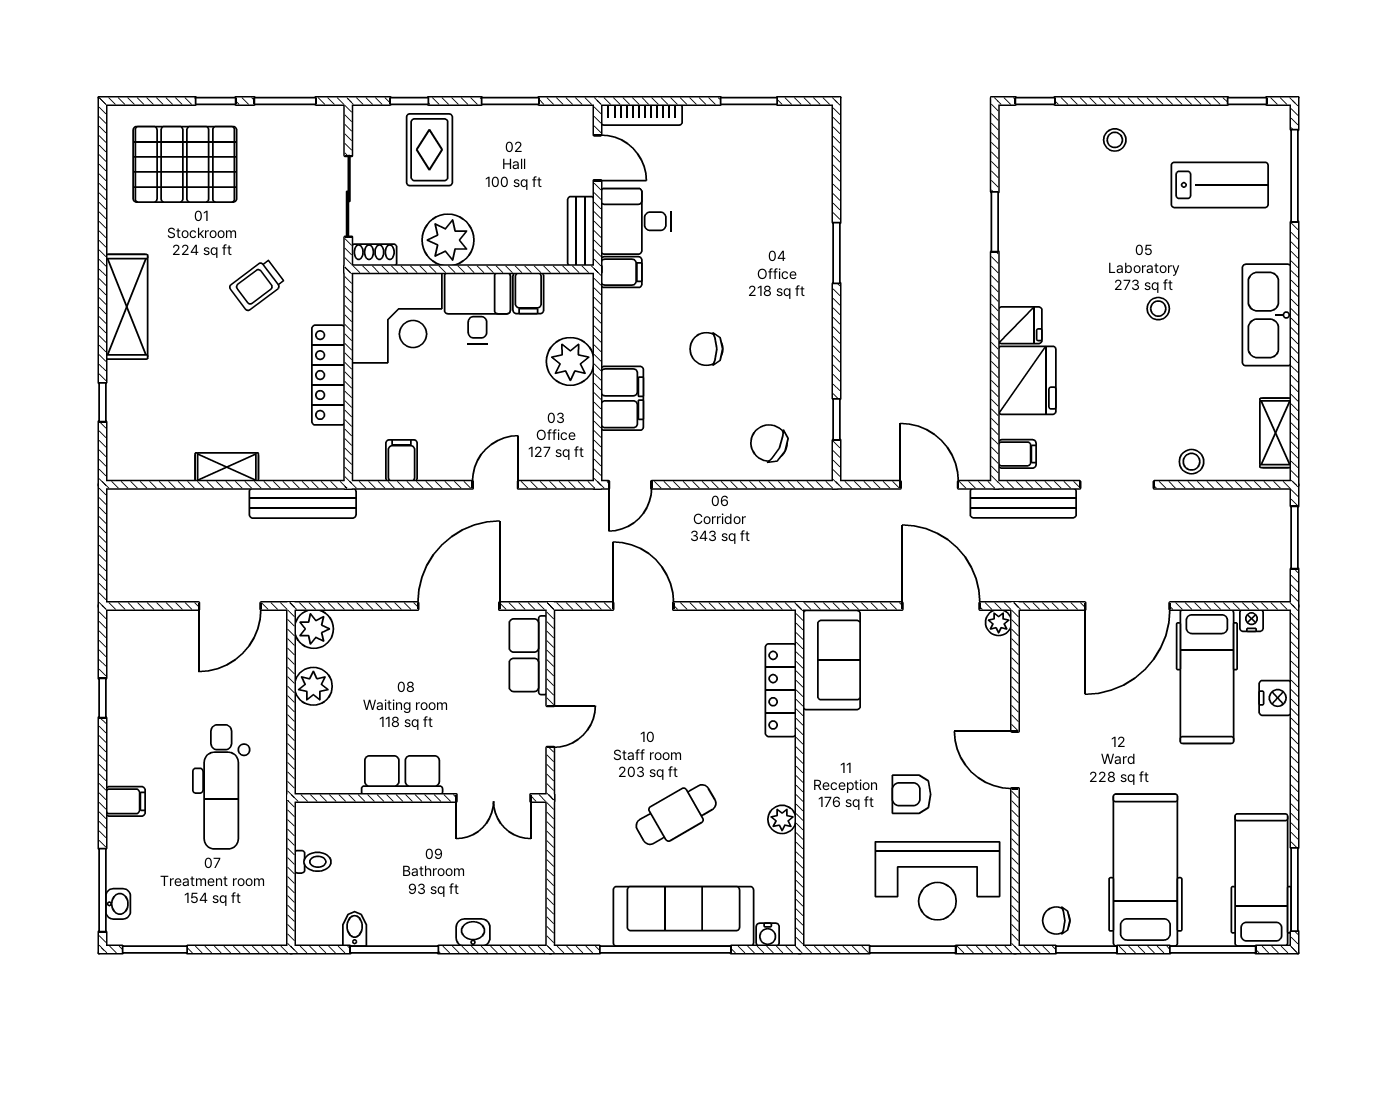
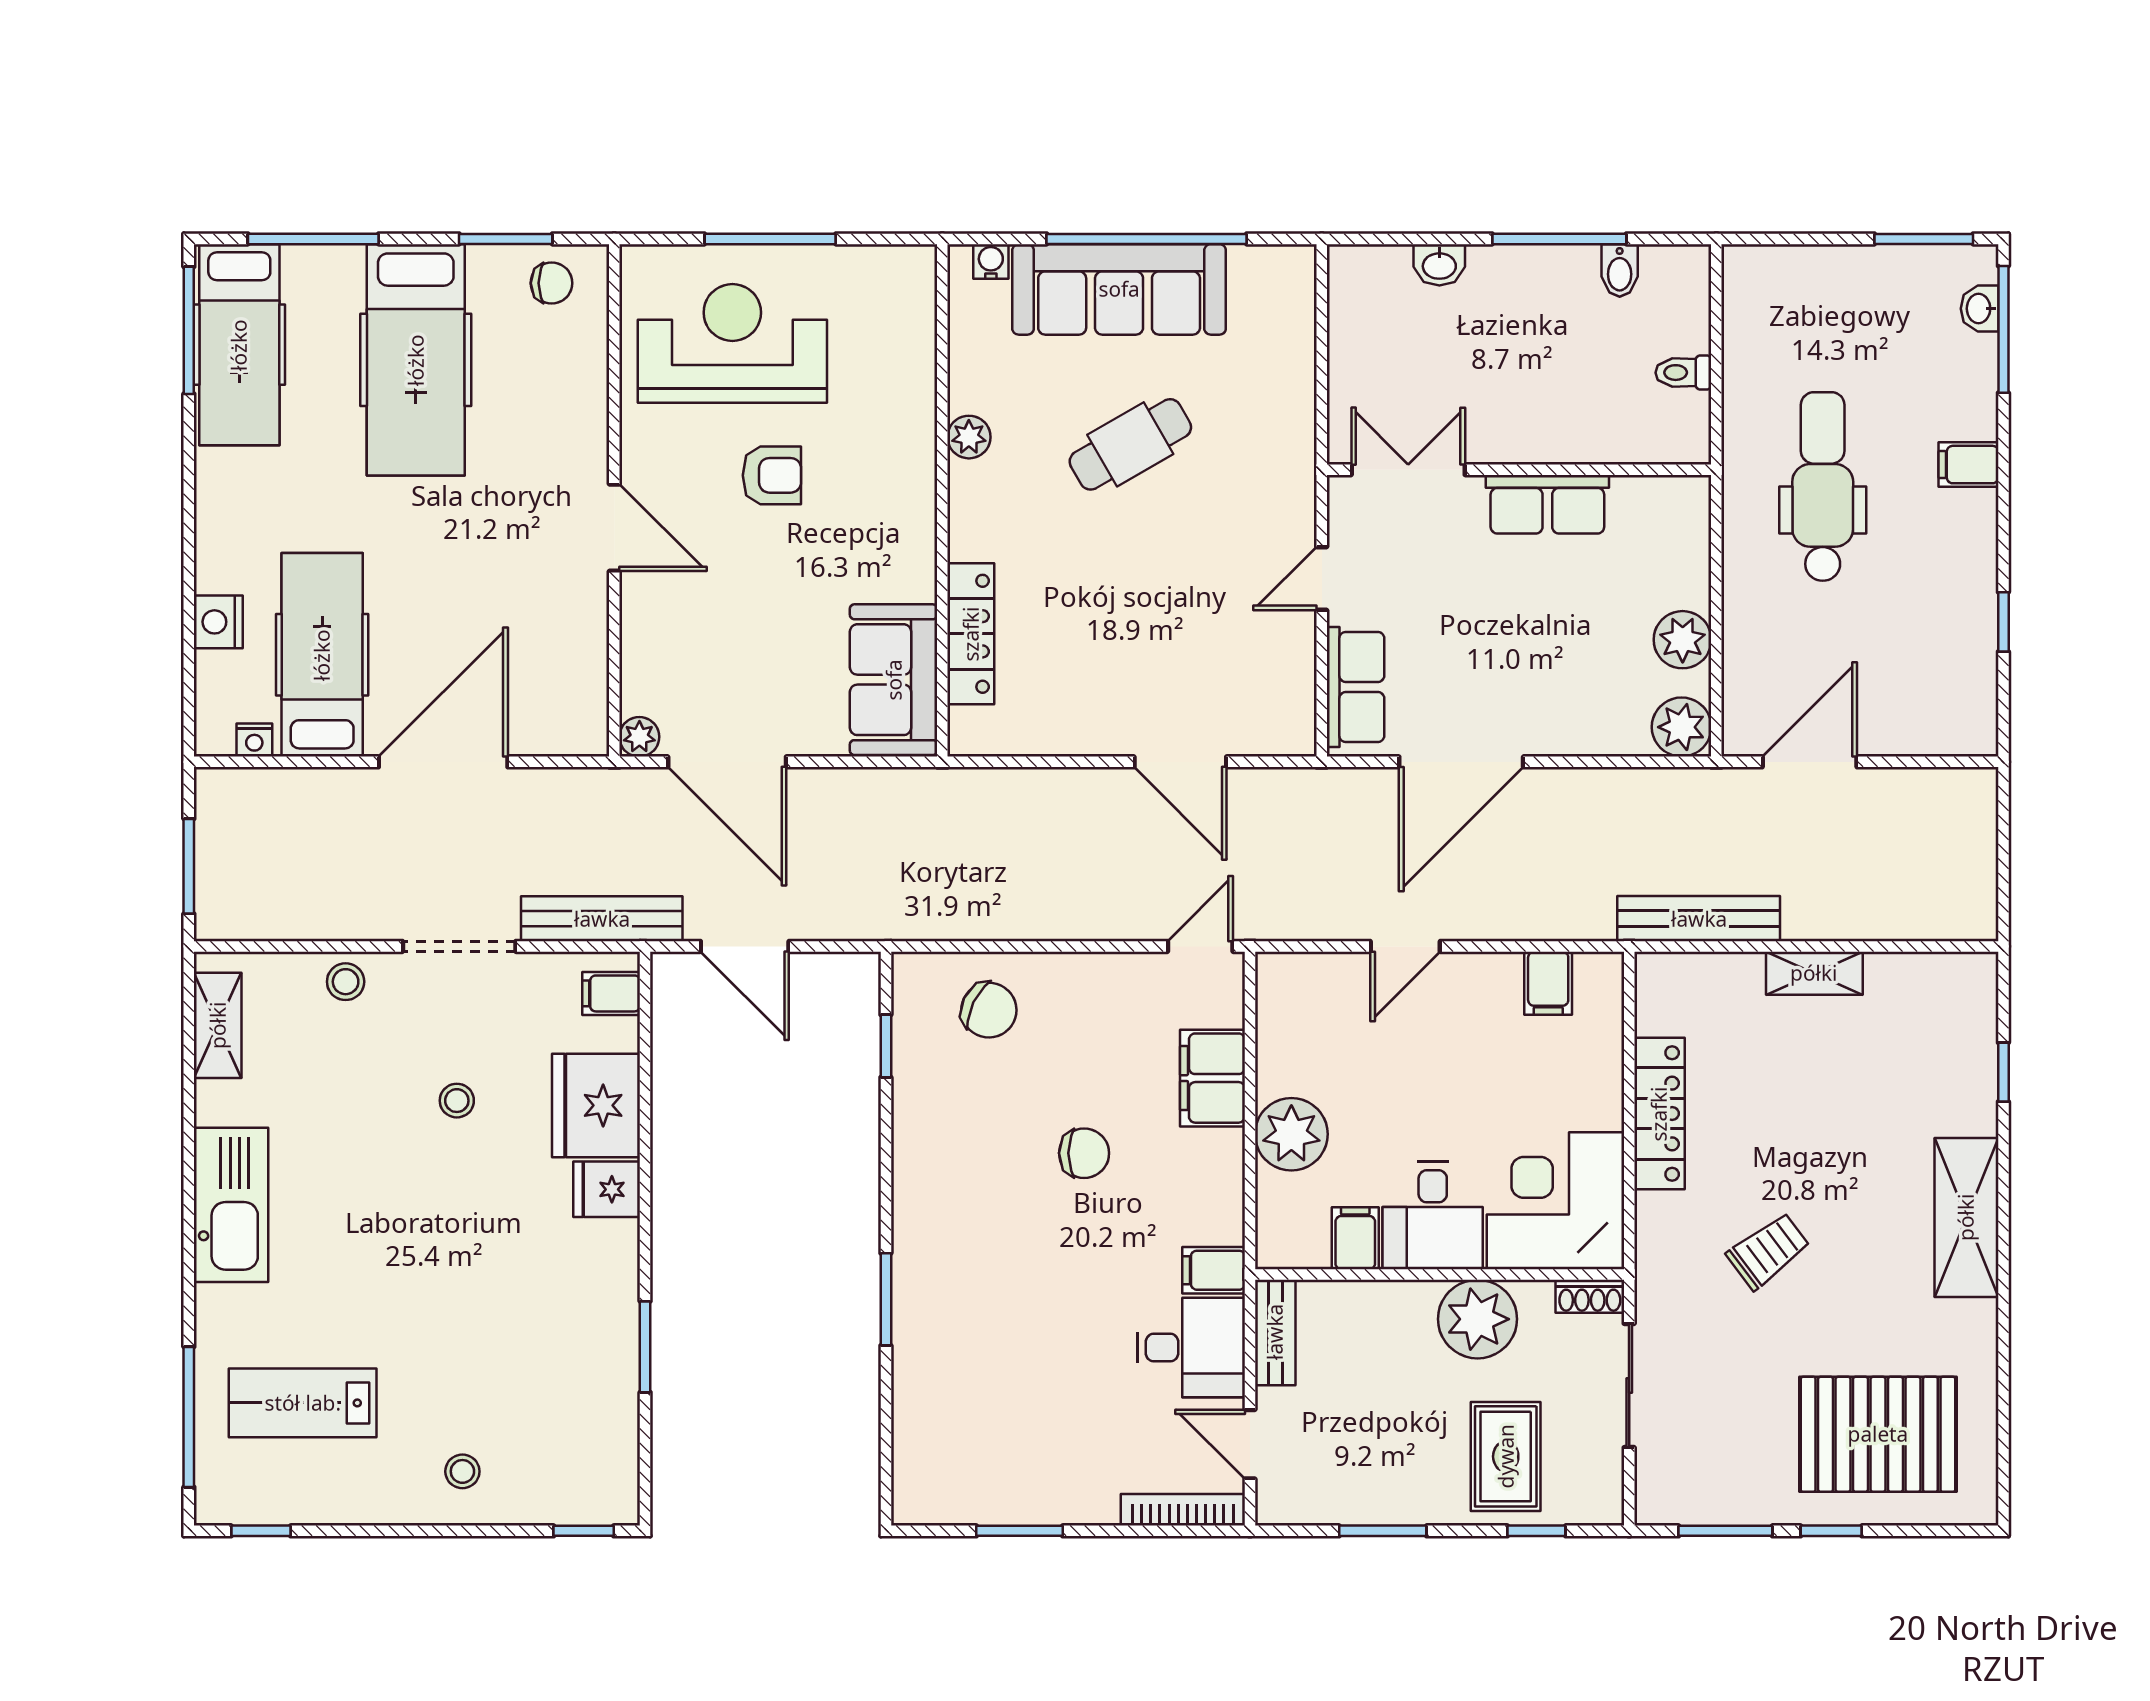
stool: (1158, 309) -> (457, 1101), moved

